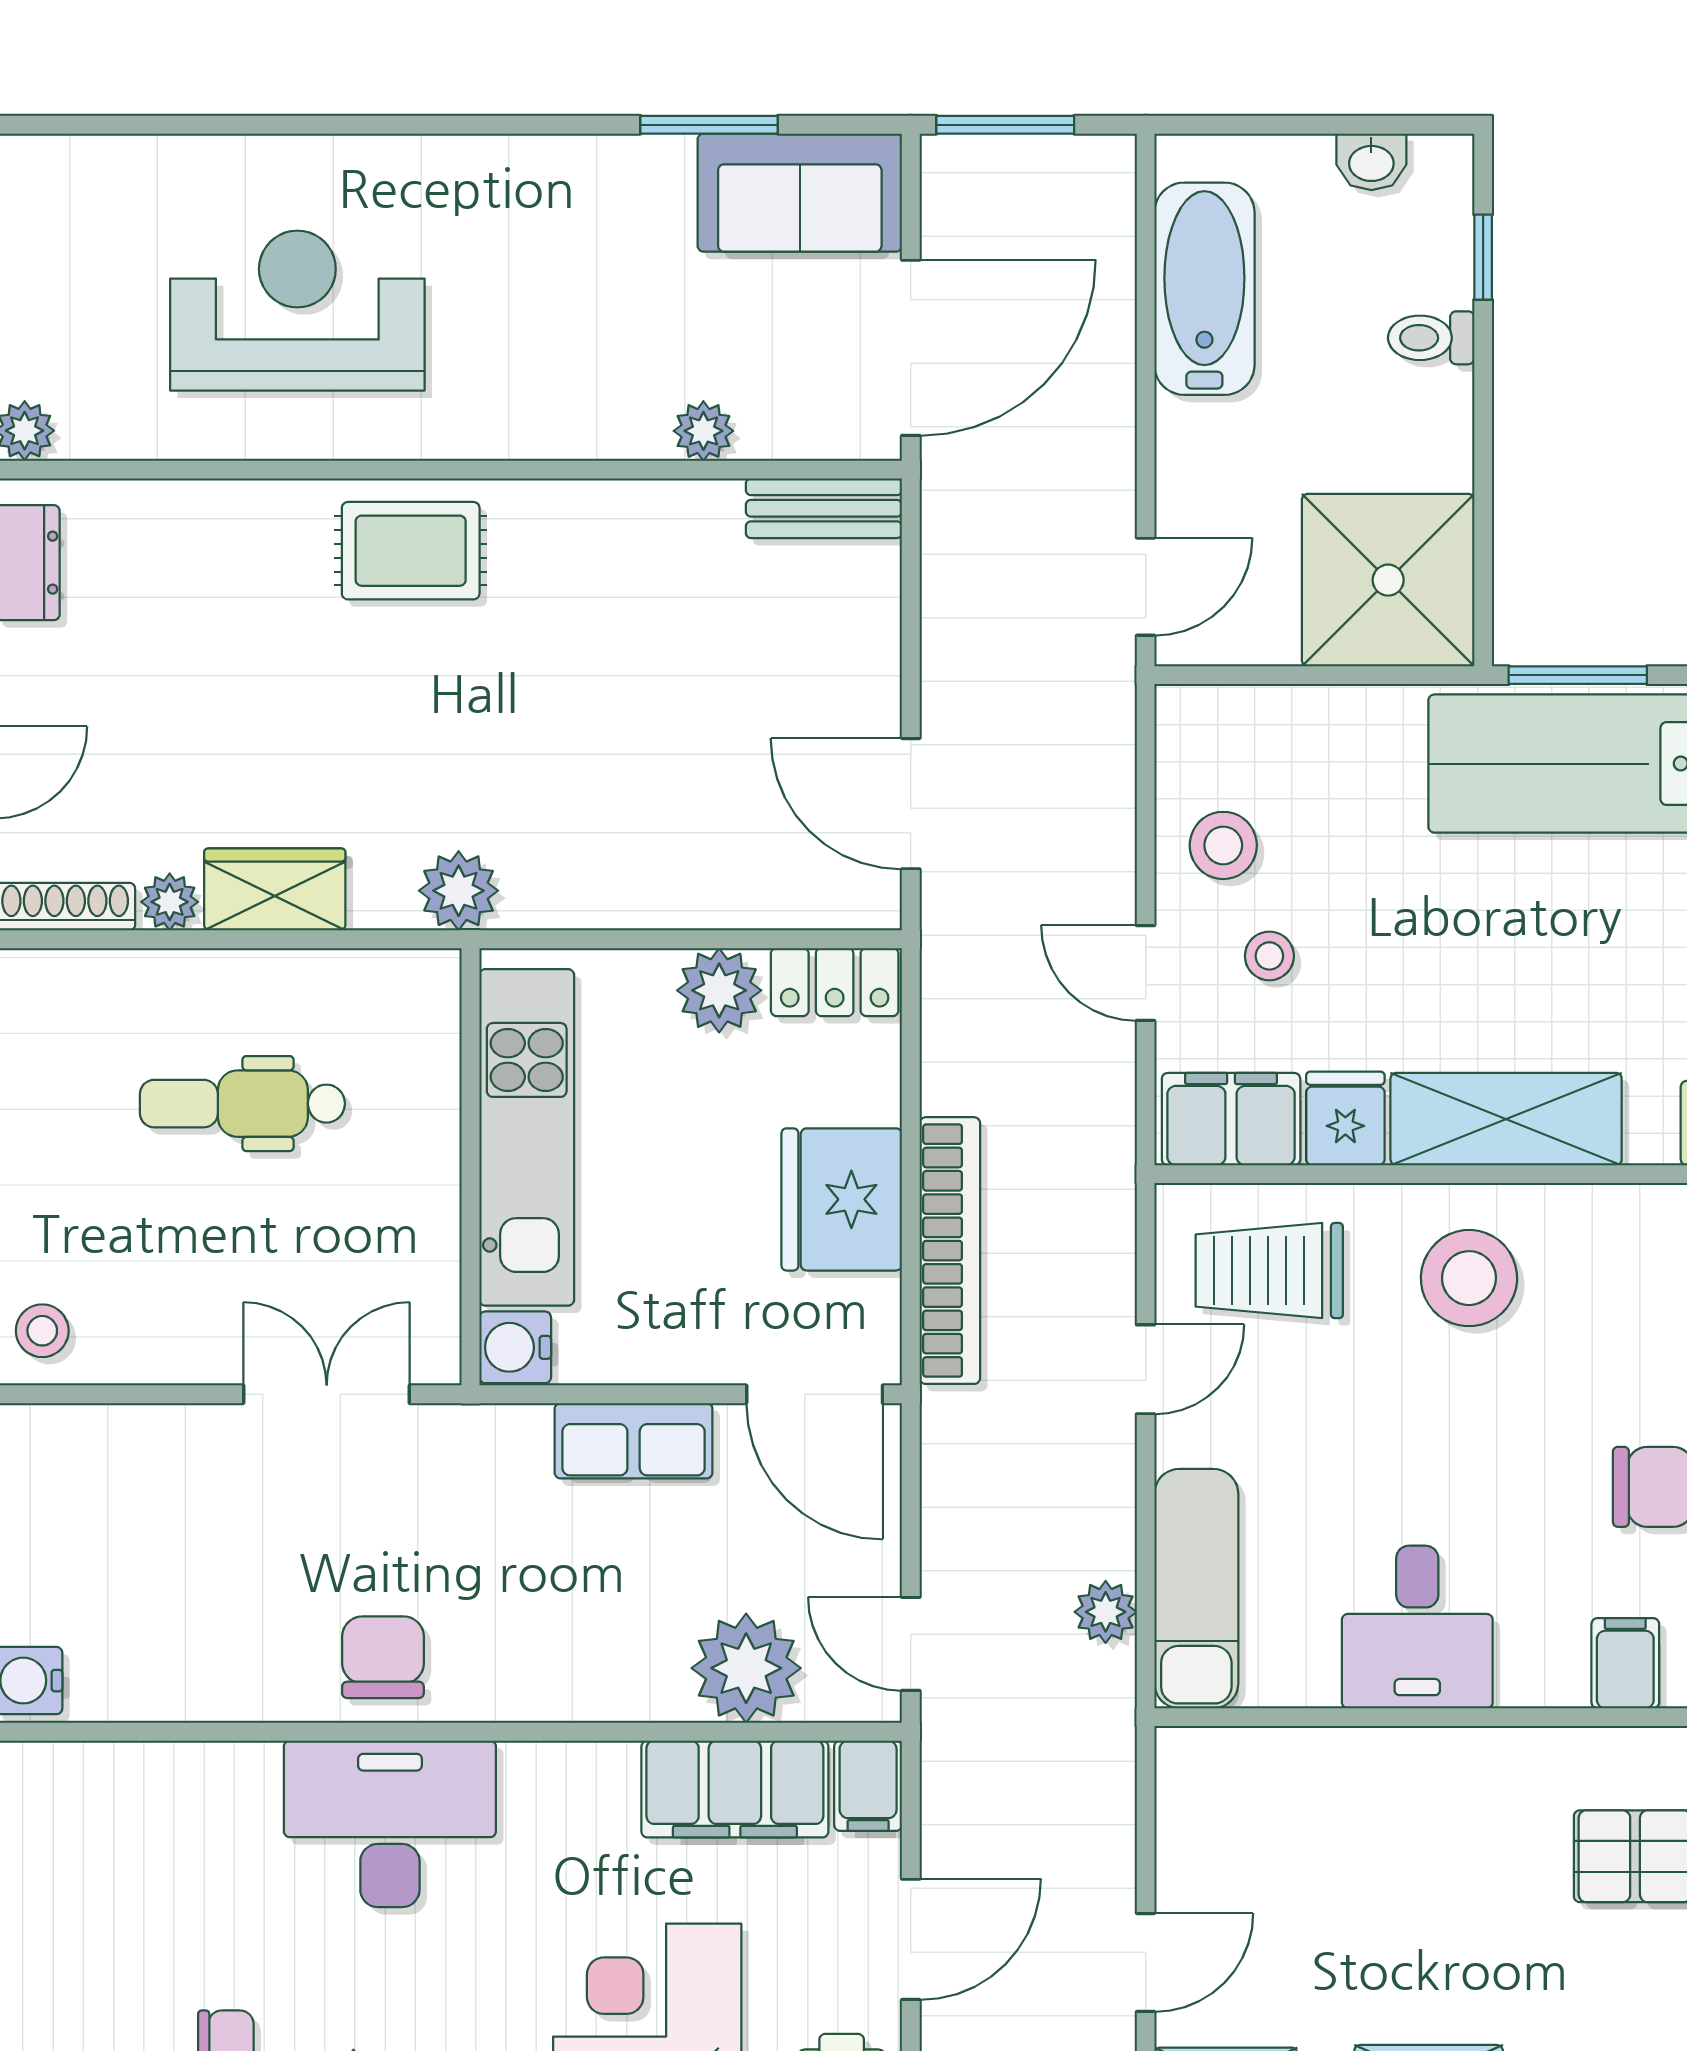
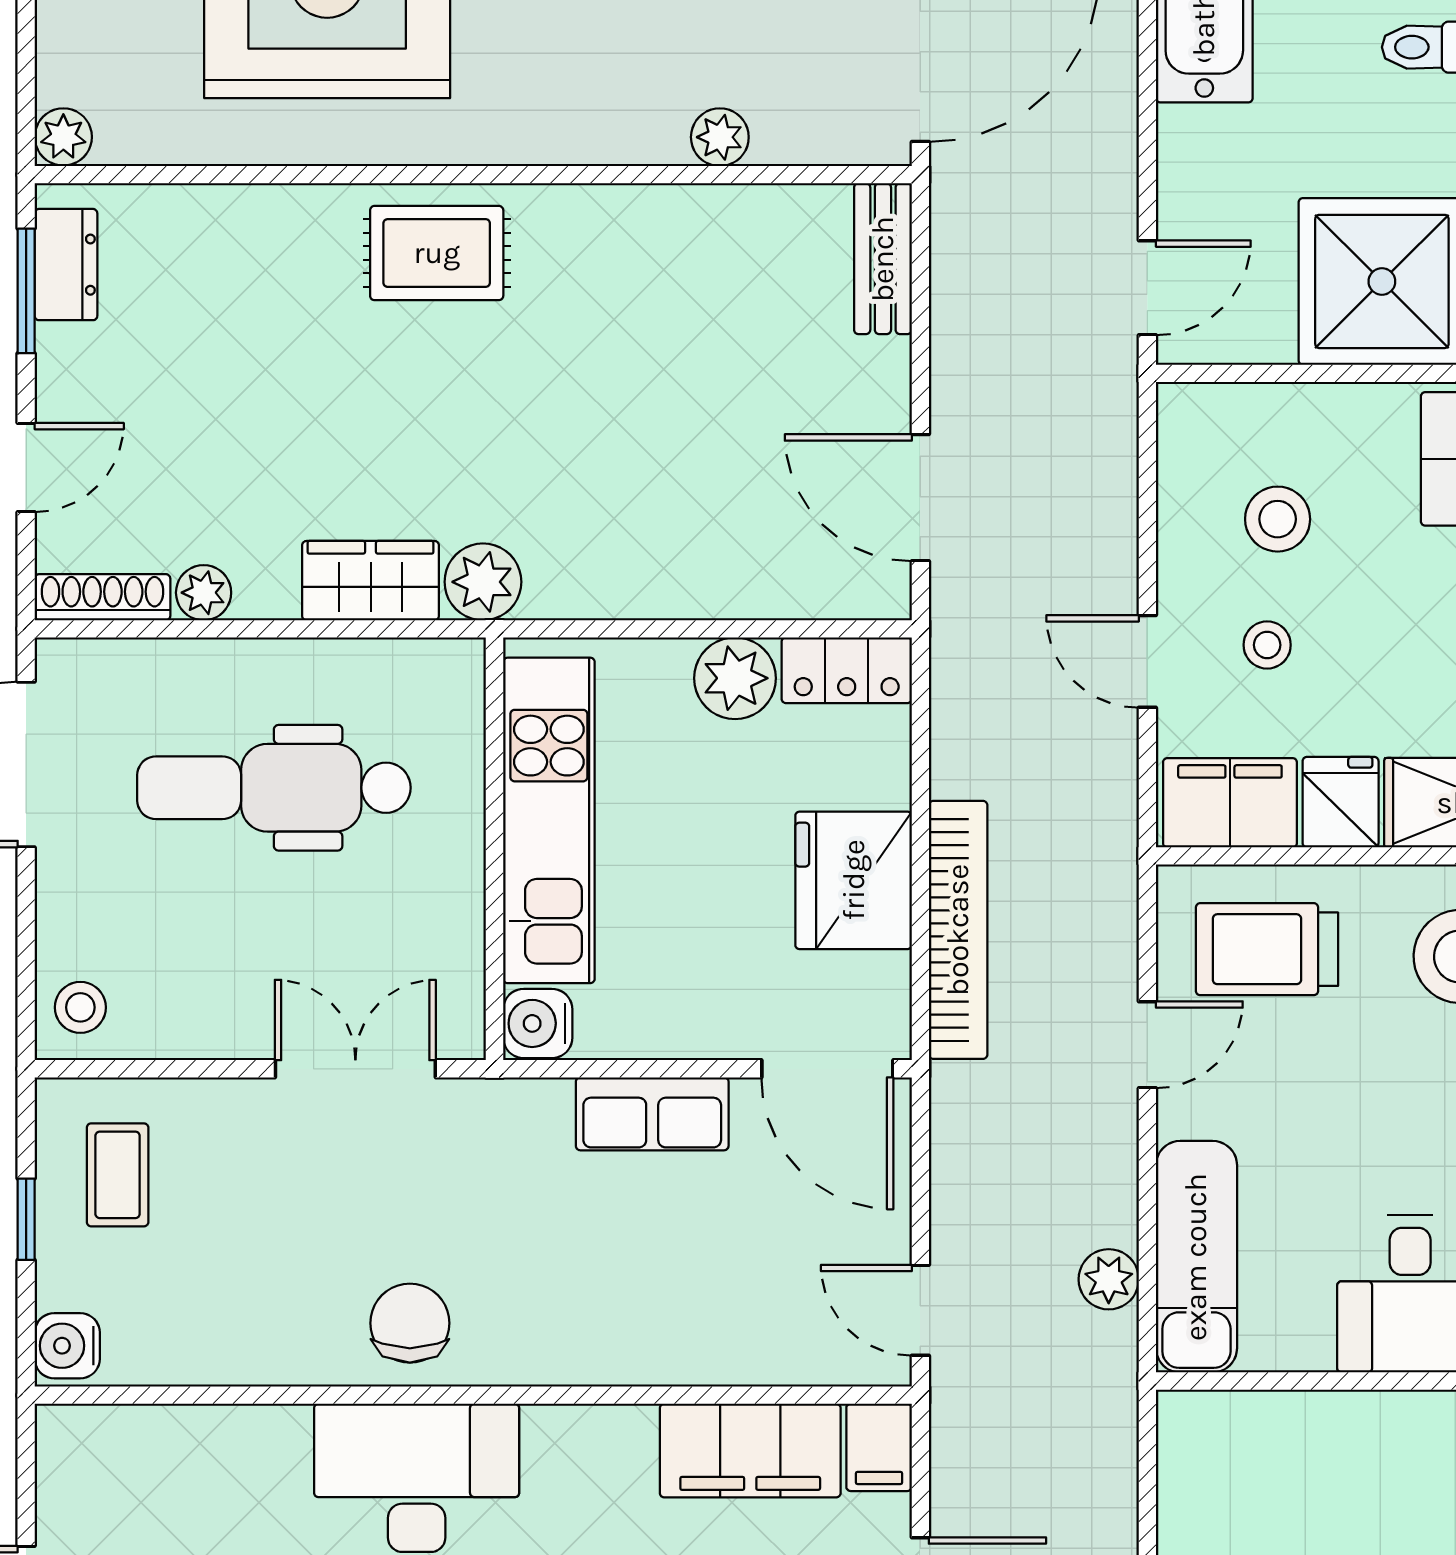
bench: (824, 508) -> (883, 259), moved, turned 90
stool: (1223, 845) -> (1278, 519), moved
wardrobe: (275, 889) -> (371, 581), moved
dental chair: (242, 1104) -> (274, 788), width x1.36, depth x1.38
coffee table: (81, 1504) -> (118, 1175), added
plant: (746, 1668) -> (761, 1334), removed

